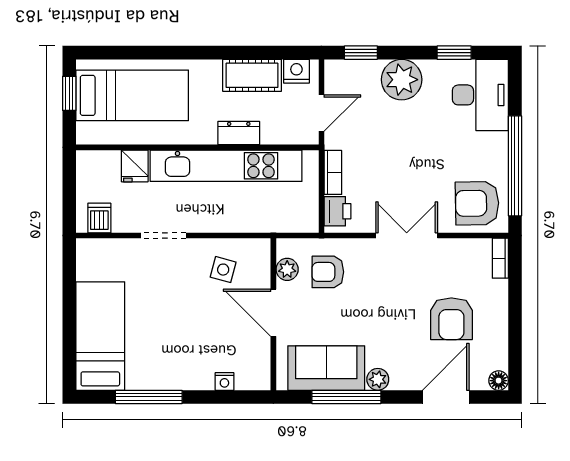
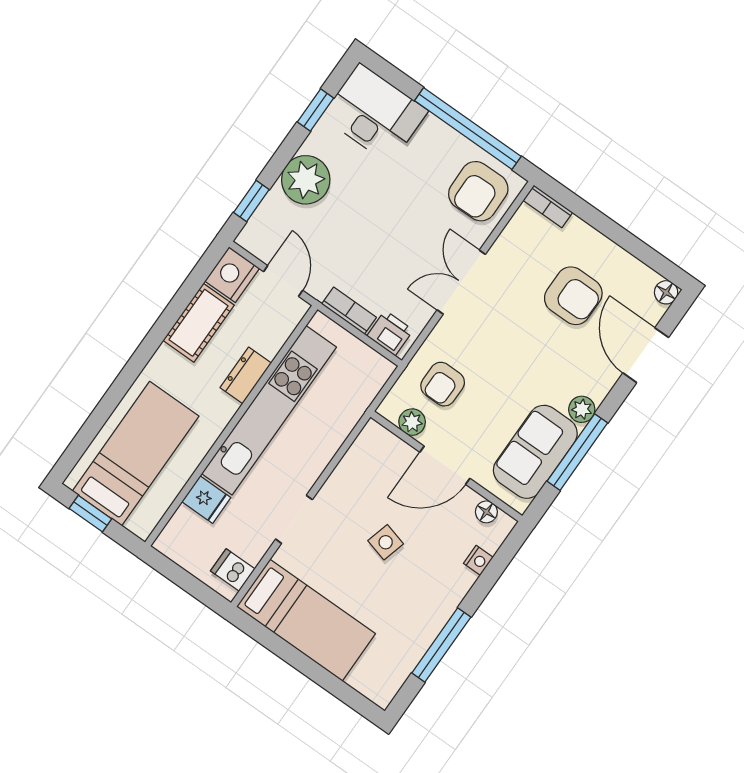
nightstand: (296, 71) -> (232, 275), width x1.36, depth x1.33
side table: (223, 270) -> (386, 542), moved
bed: (100, 336) -> (306, 620), moved, turned 180
floor lamp: (262, 364) -> (486, 512), added

